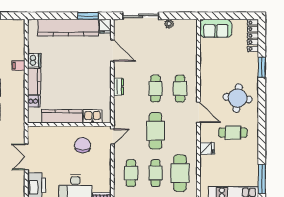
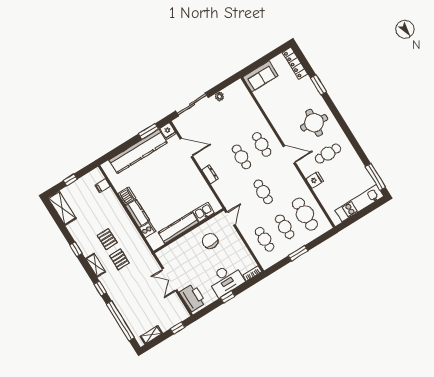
filing cabinet: (18, 66) -> (103, 186), moved
cafe table: (155, 131) -> (263, 192), width x0.73, depth x0.74

